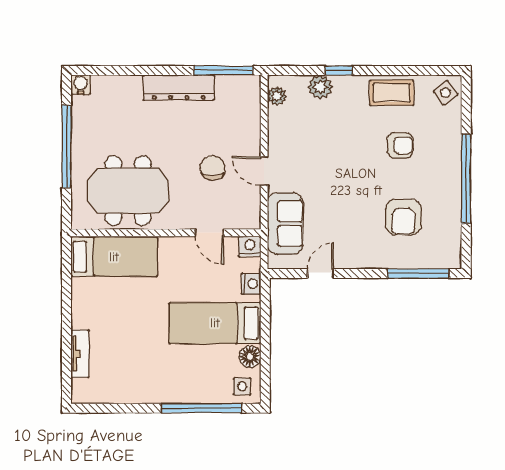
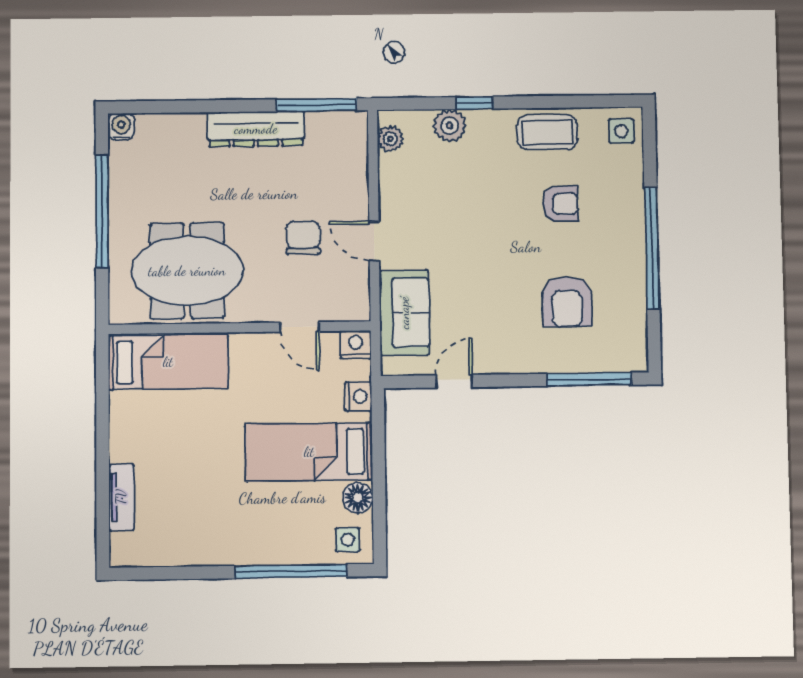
side table: (446, 93) -> (621, 131), turned 37

